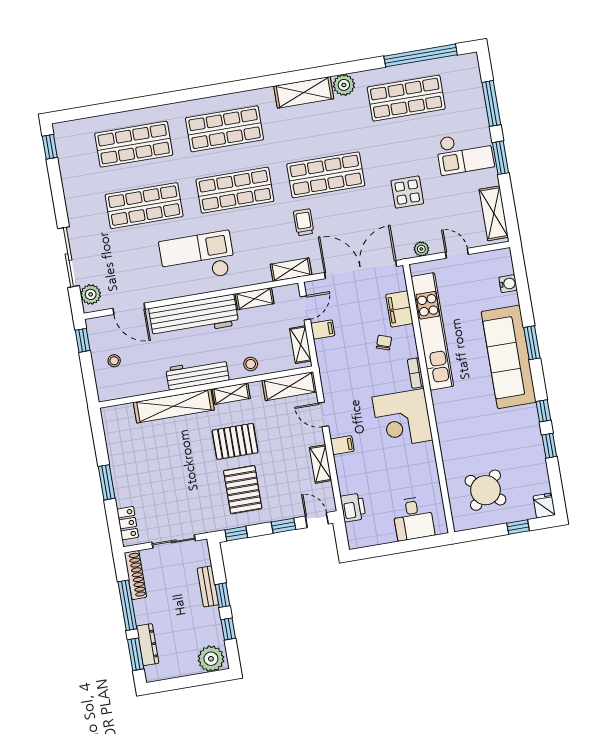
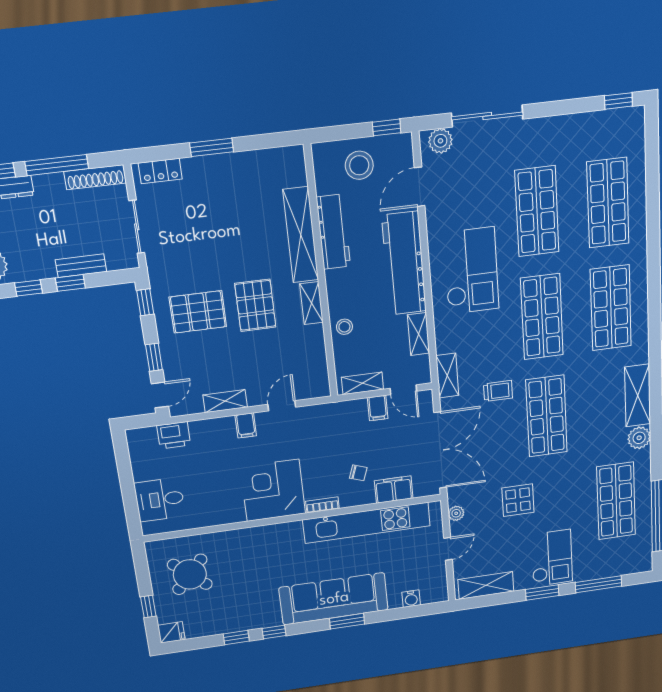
checkout: (465, 153) -> (552, 558), turned 180
stool: (114, 361) -> (359, 165), width x1.89, depth x1.89
workbench: (197, 374) -> (333, 232), moved
shelving: (289, 386) -> (316, 369), removed

